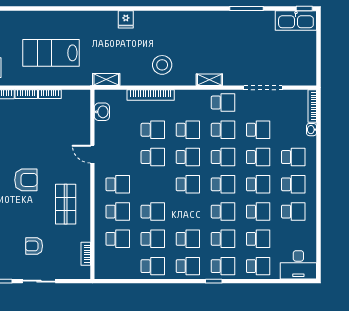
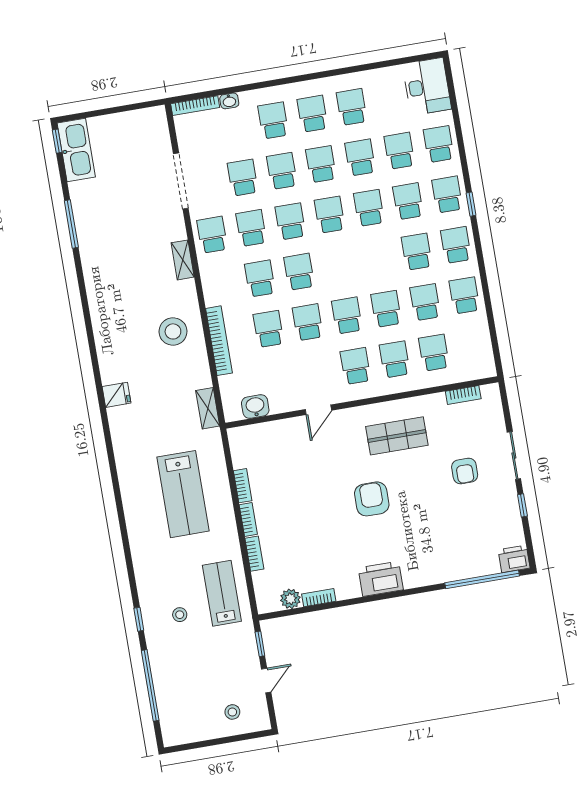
school desk: (188, 184) -> (347, 316), moved

